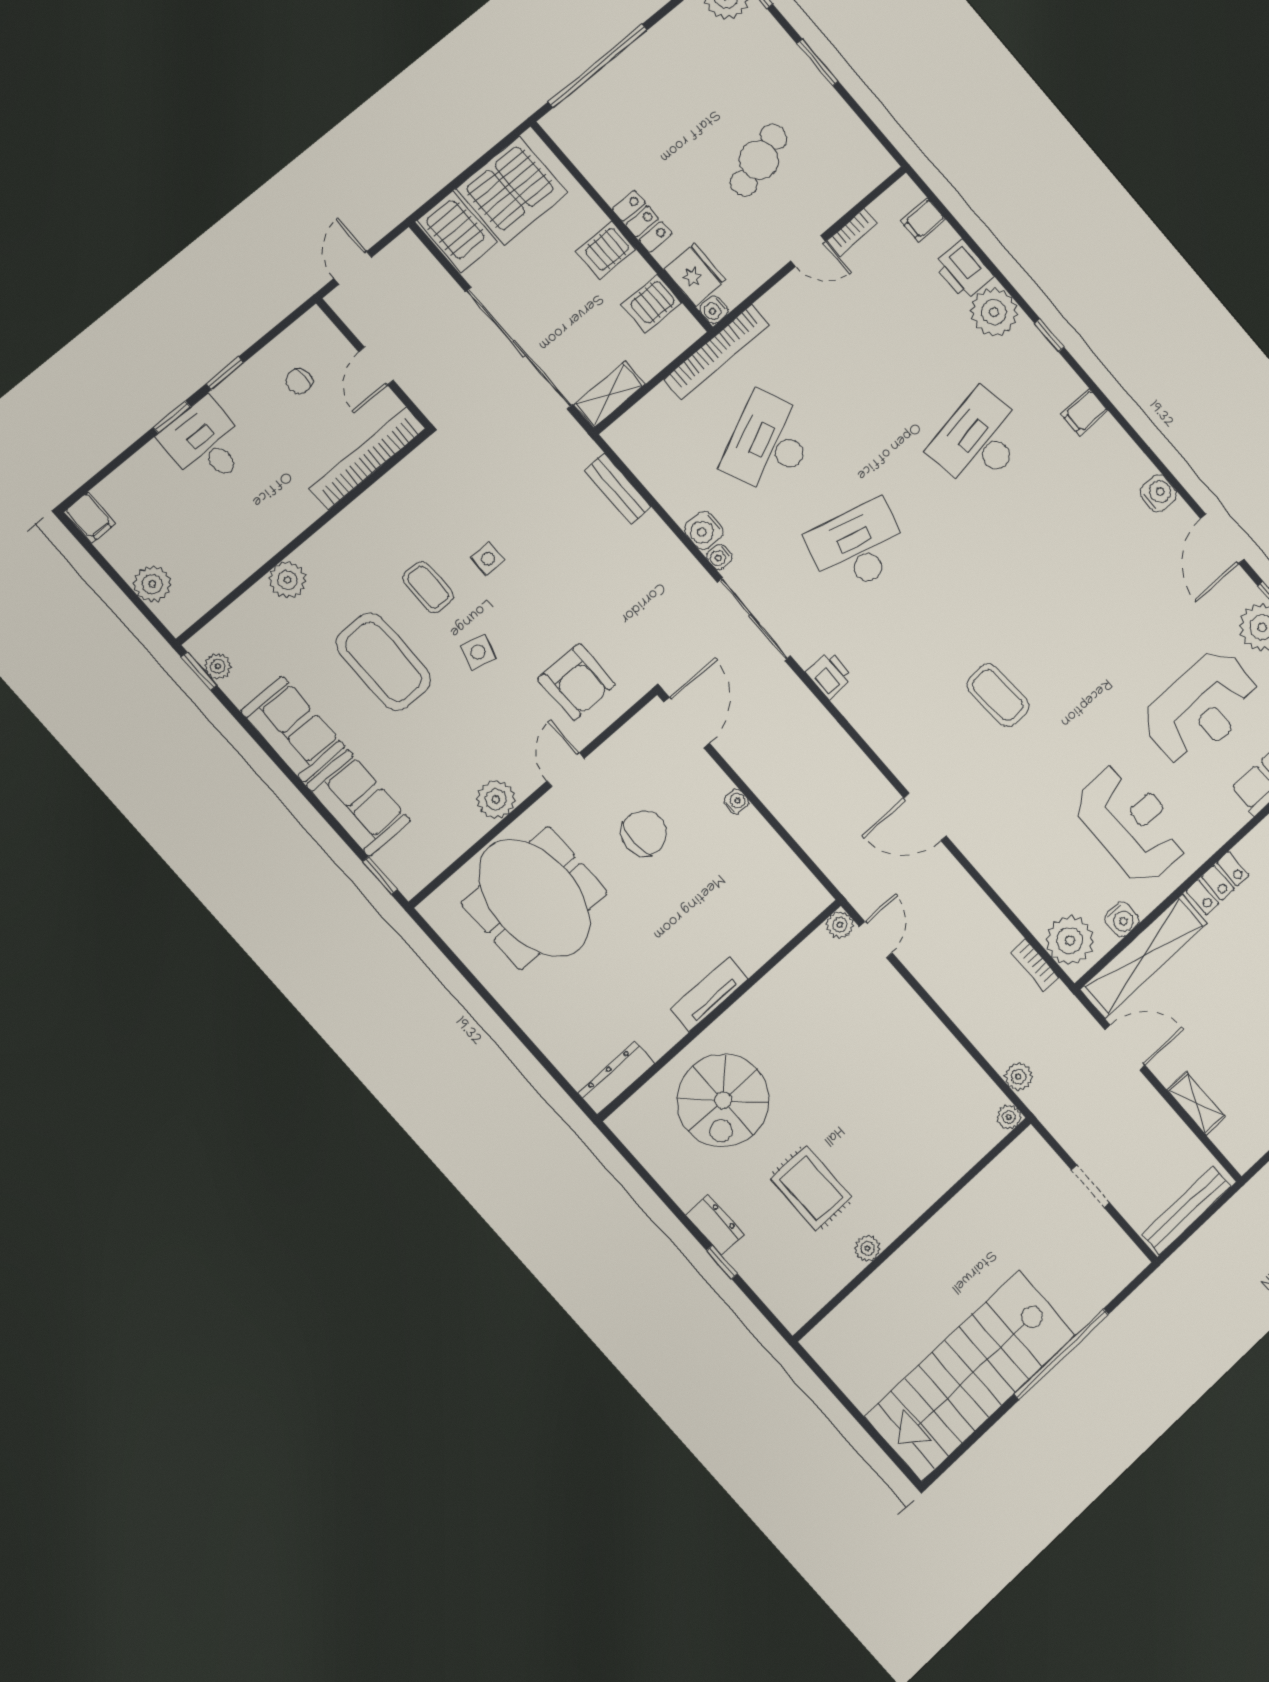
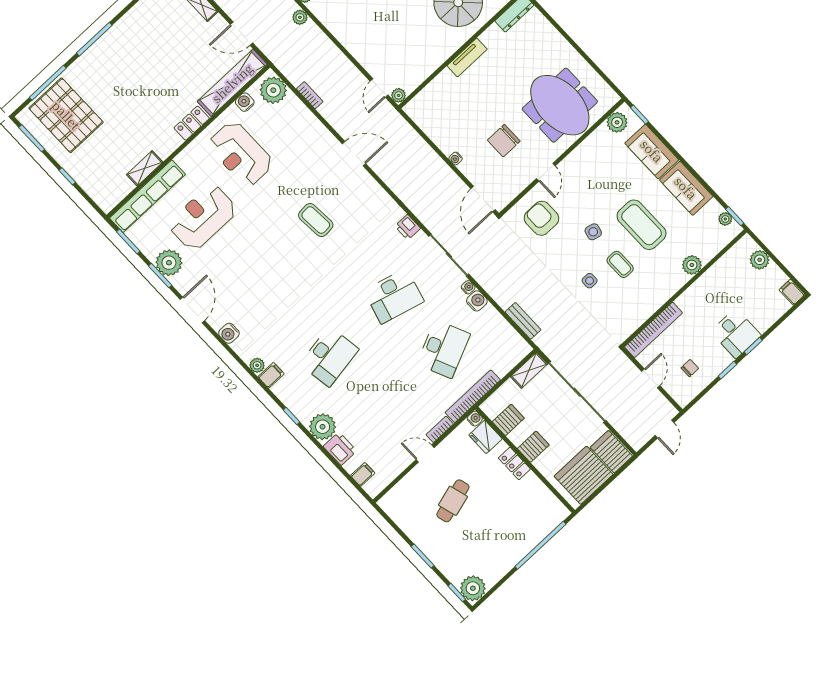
bookcase: (852, 232) -> (440, 429), moved
plant: (1109, 432) -> (257, 365), added
plant: (496, 799) -> (617, 122), moved
bookcase: (1035, 965) -> (310, 95), moved

